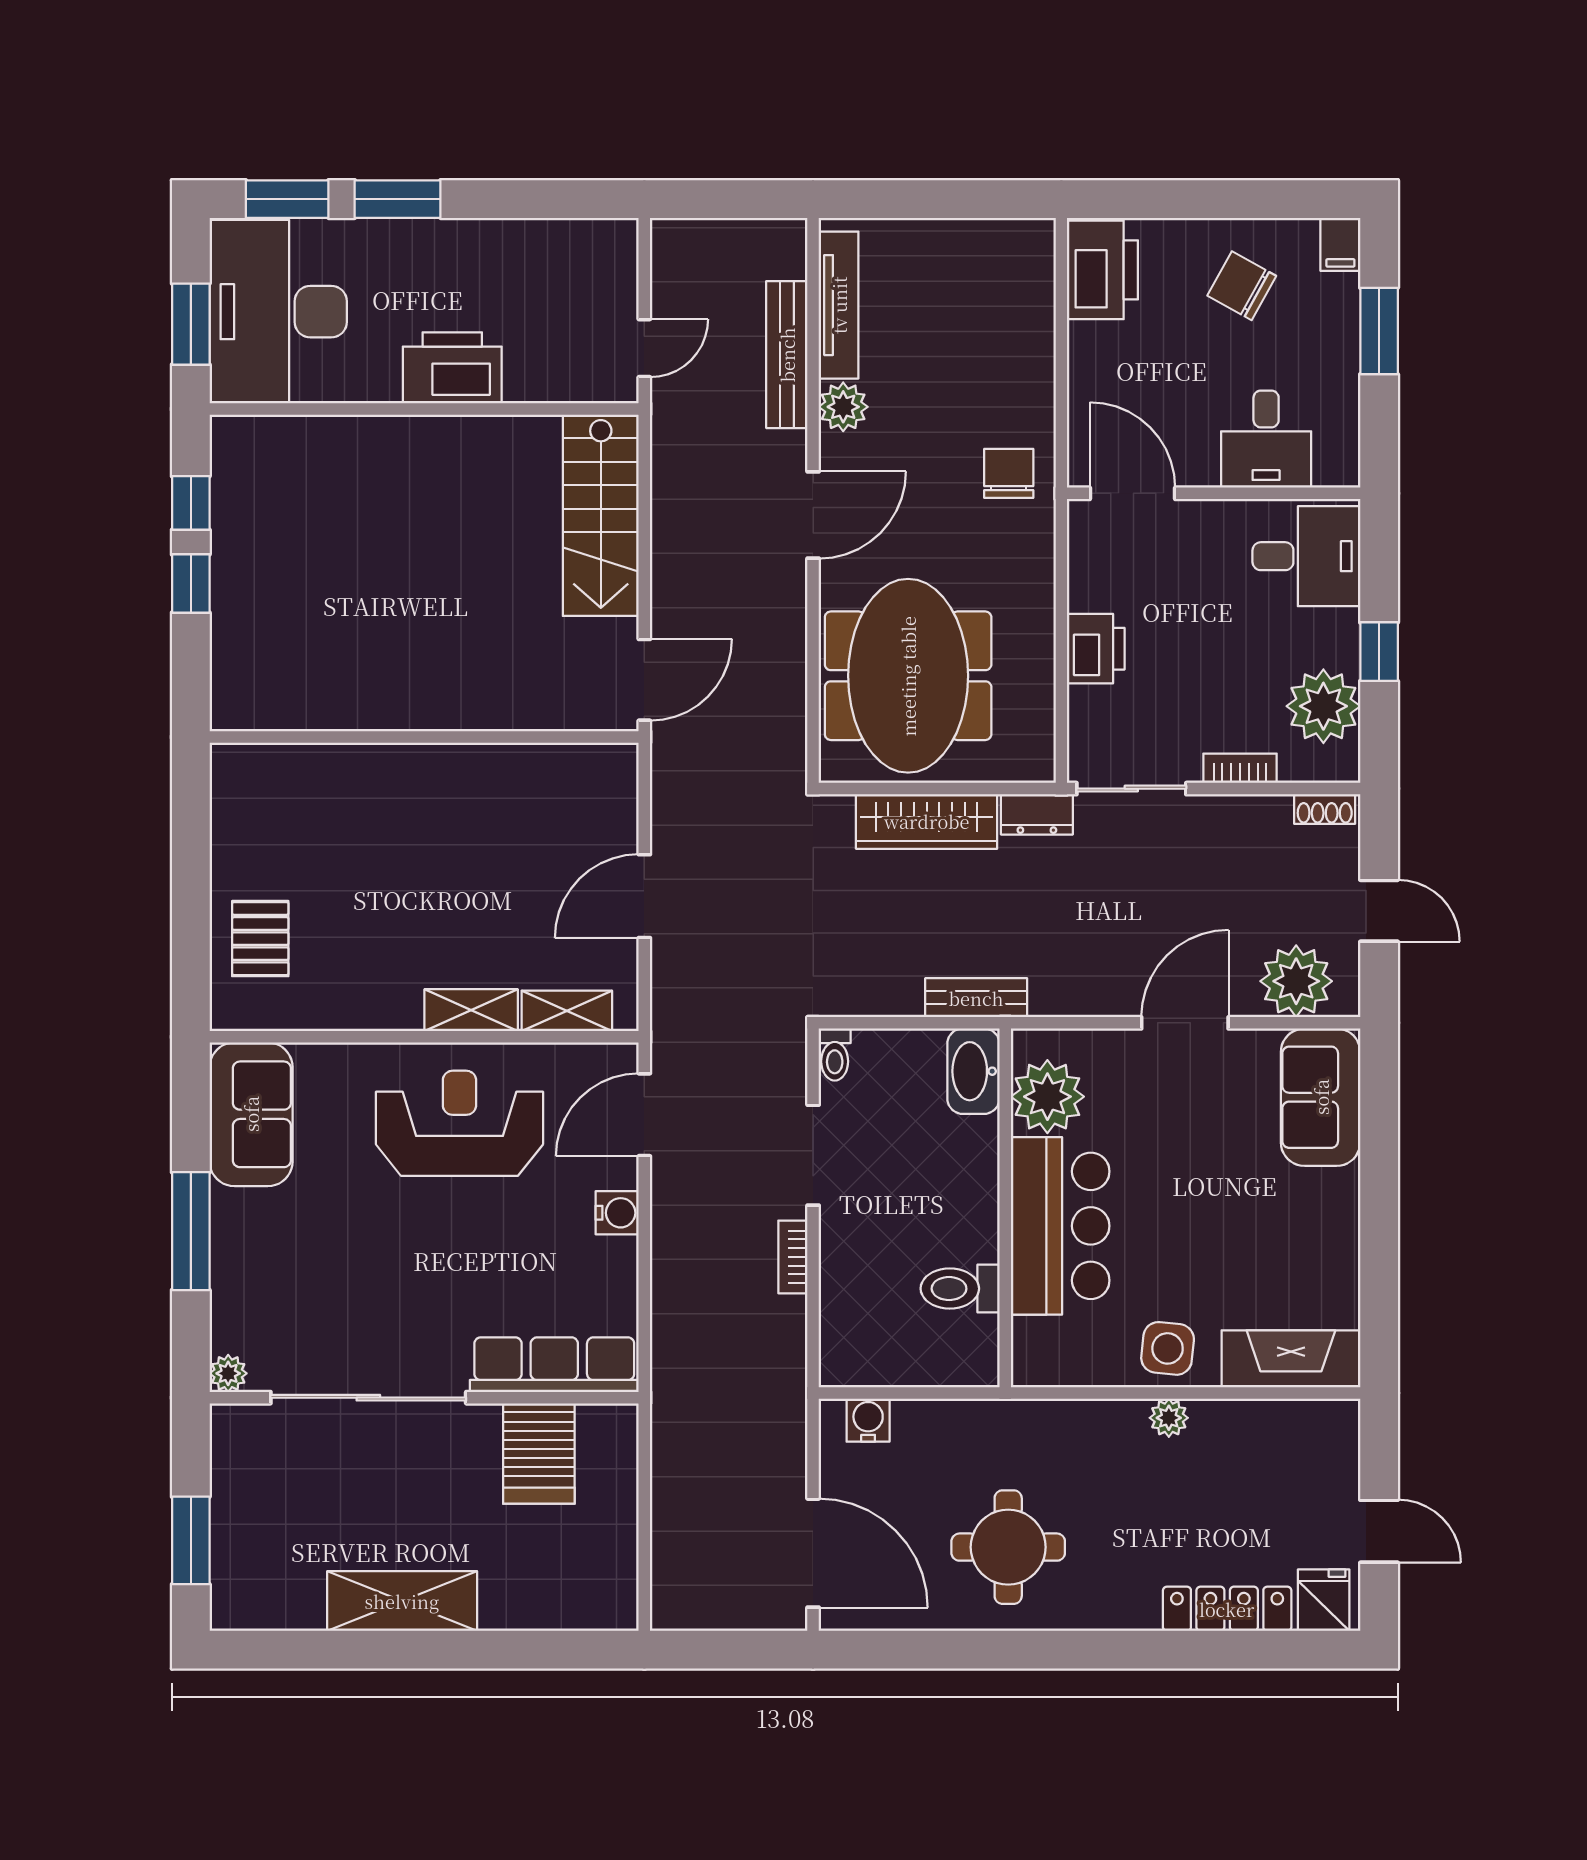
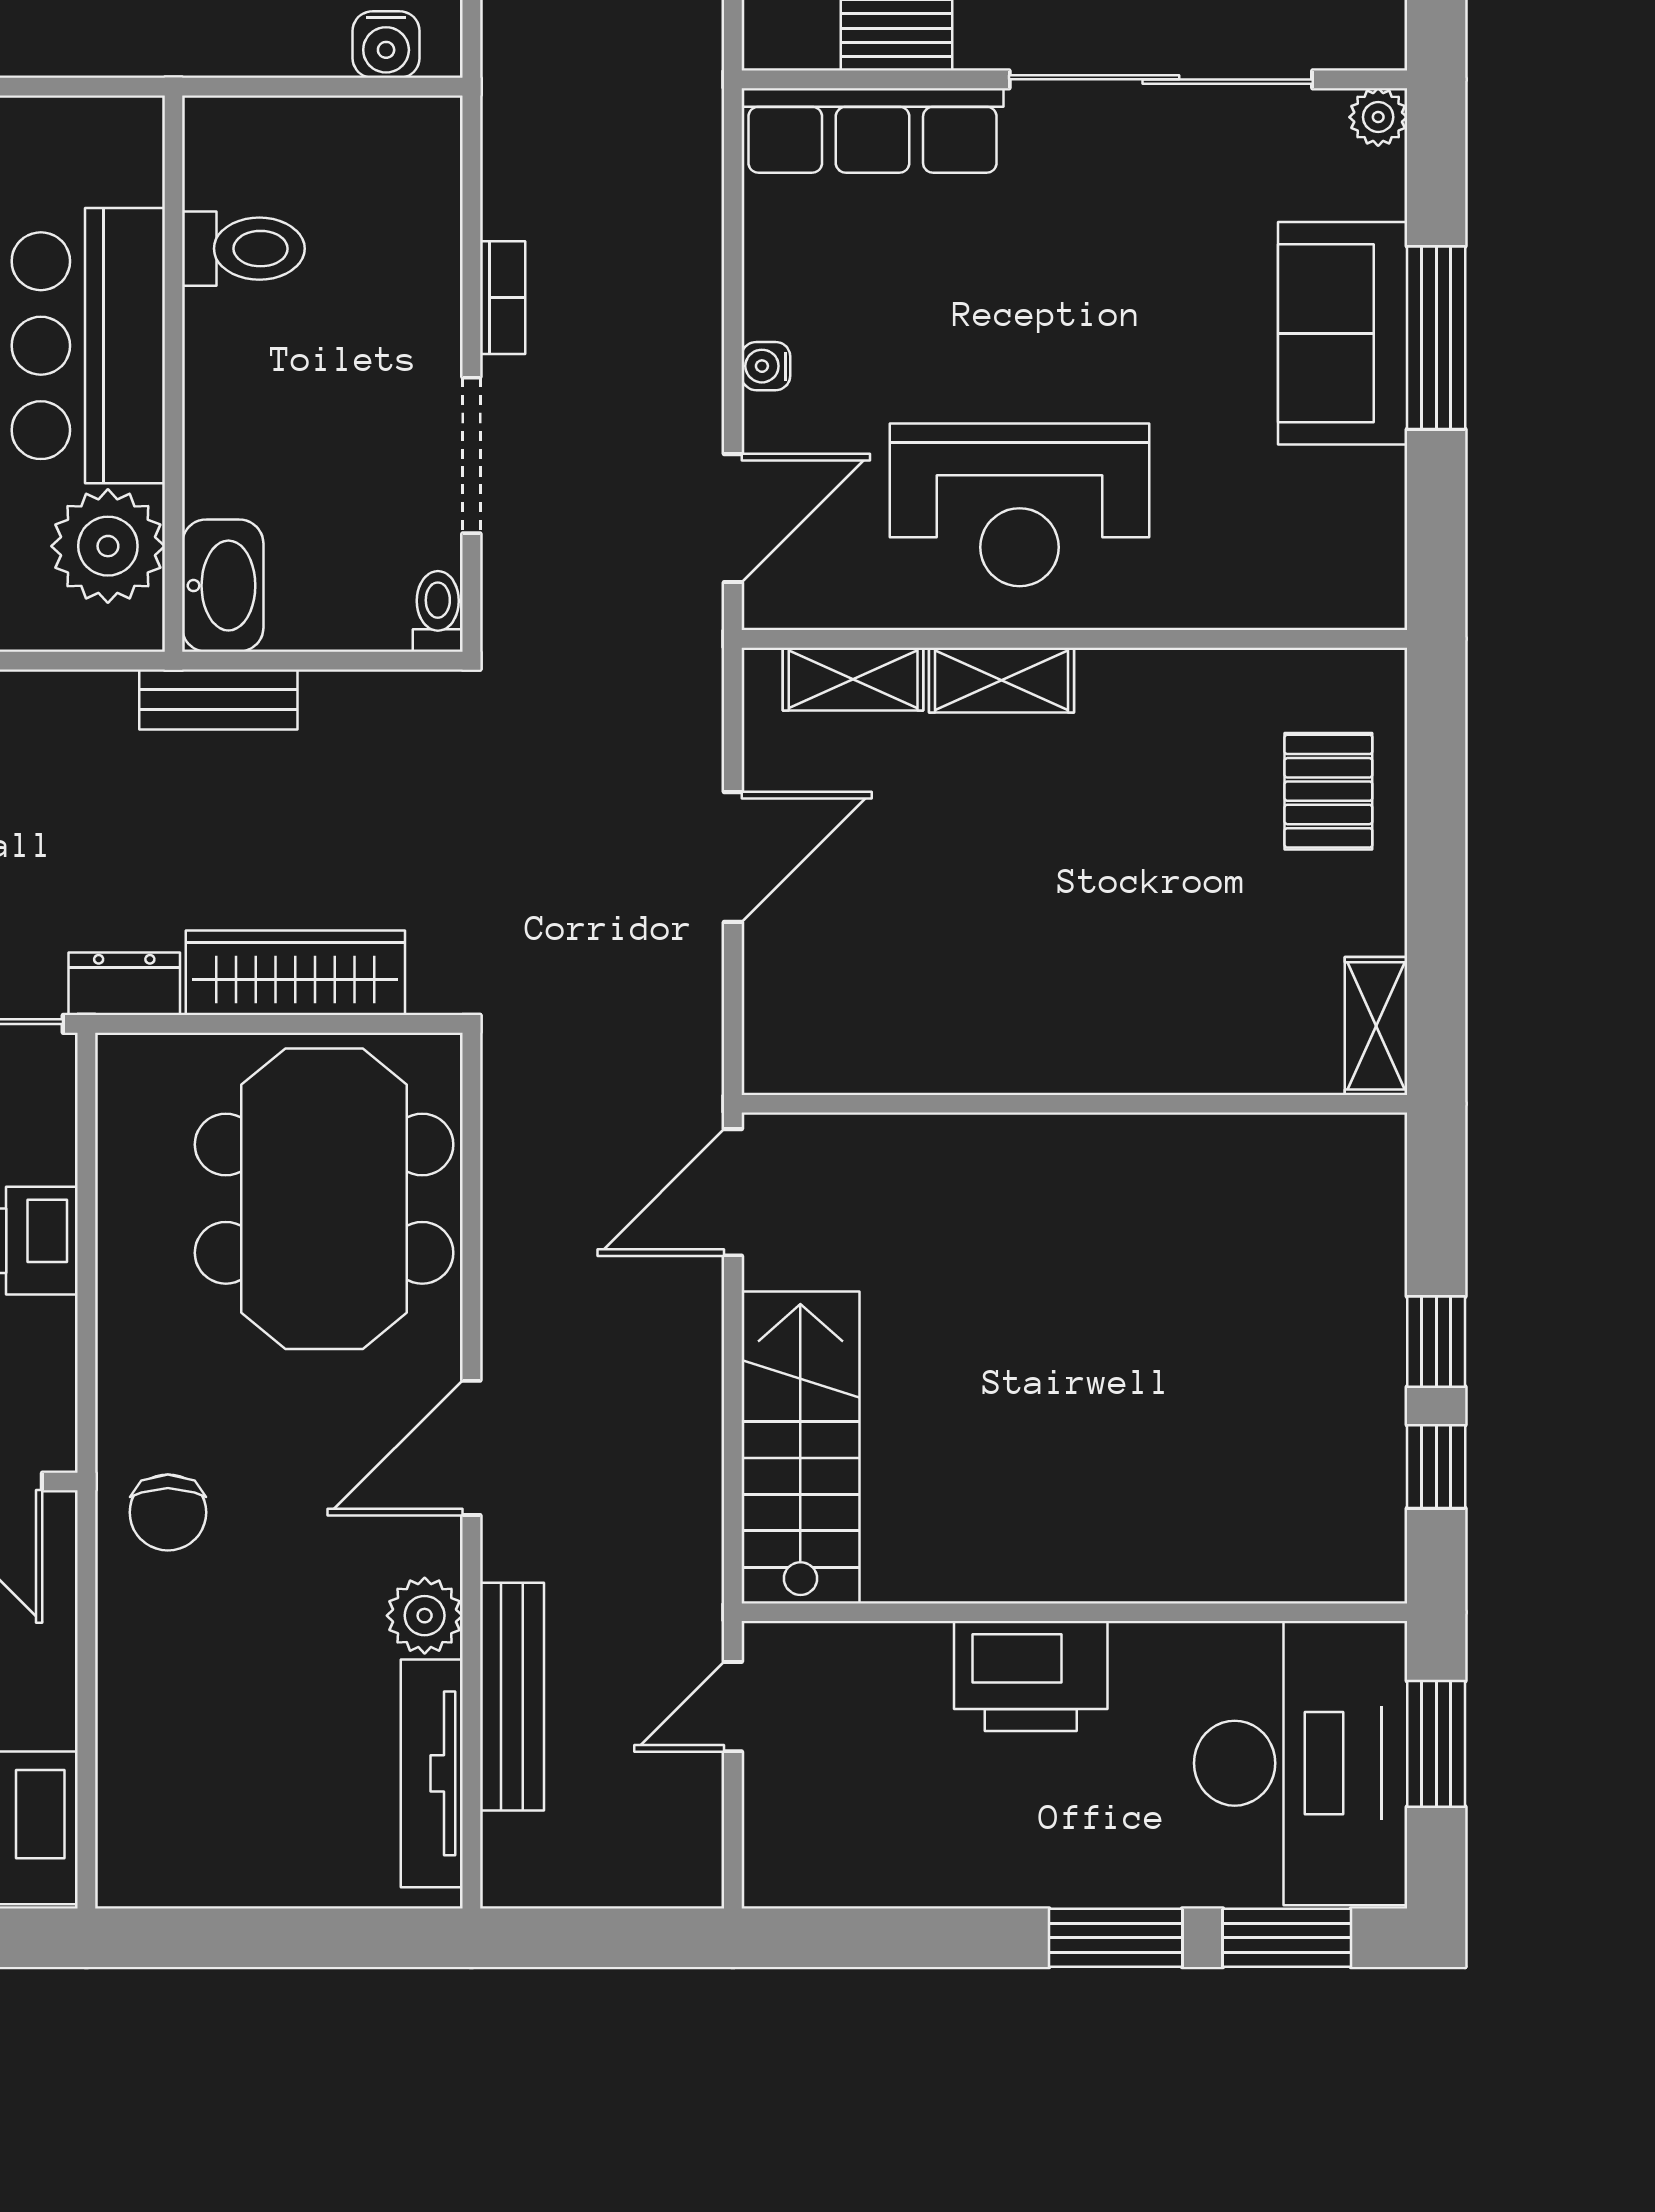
shelving: (230, 787) -> (1376, 1026), added
sofa: (251, 1114) -> (1343, 333), moved
water cooler: (617, 1213) -> (766, 366), width x0.72, depth x0.72

